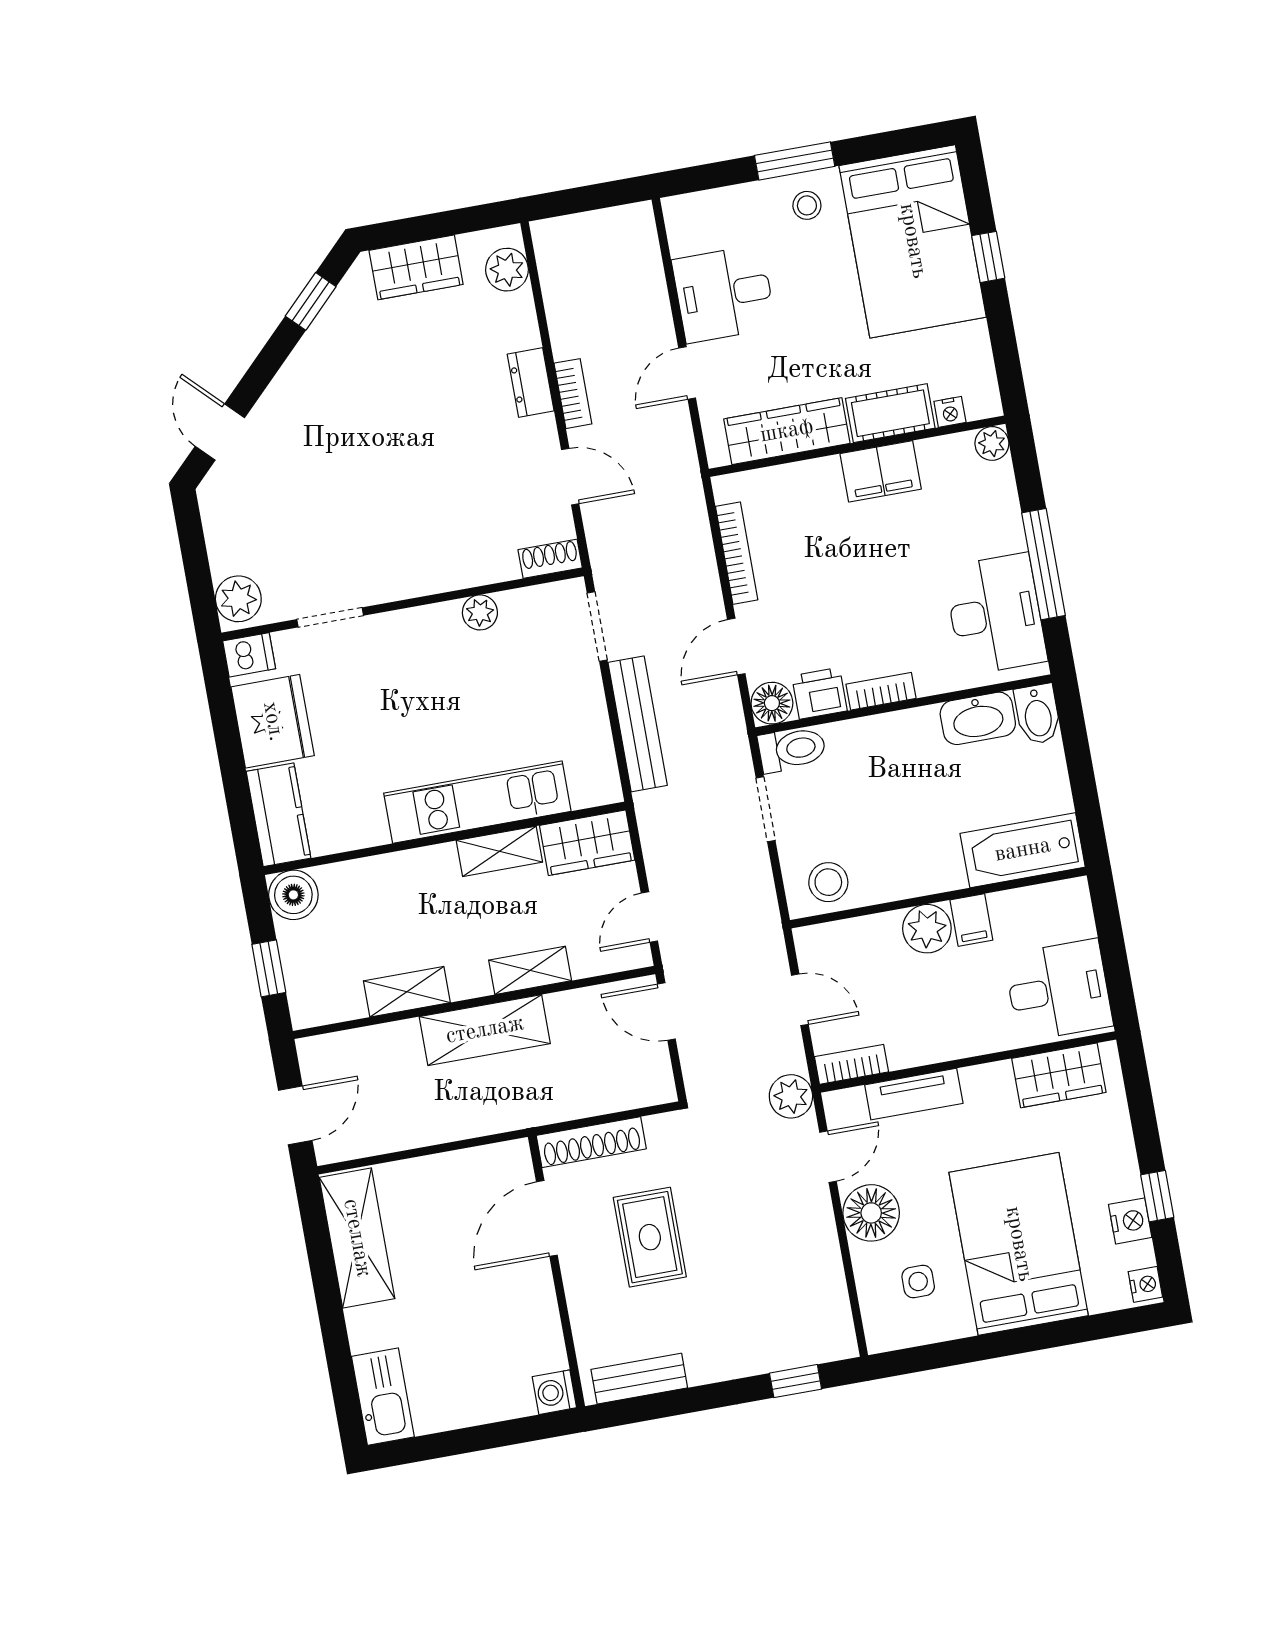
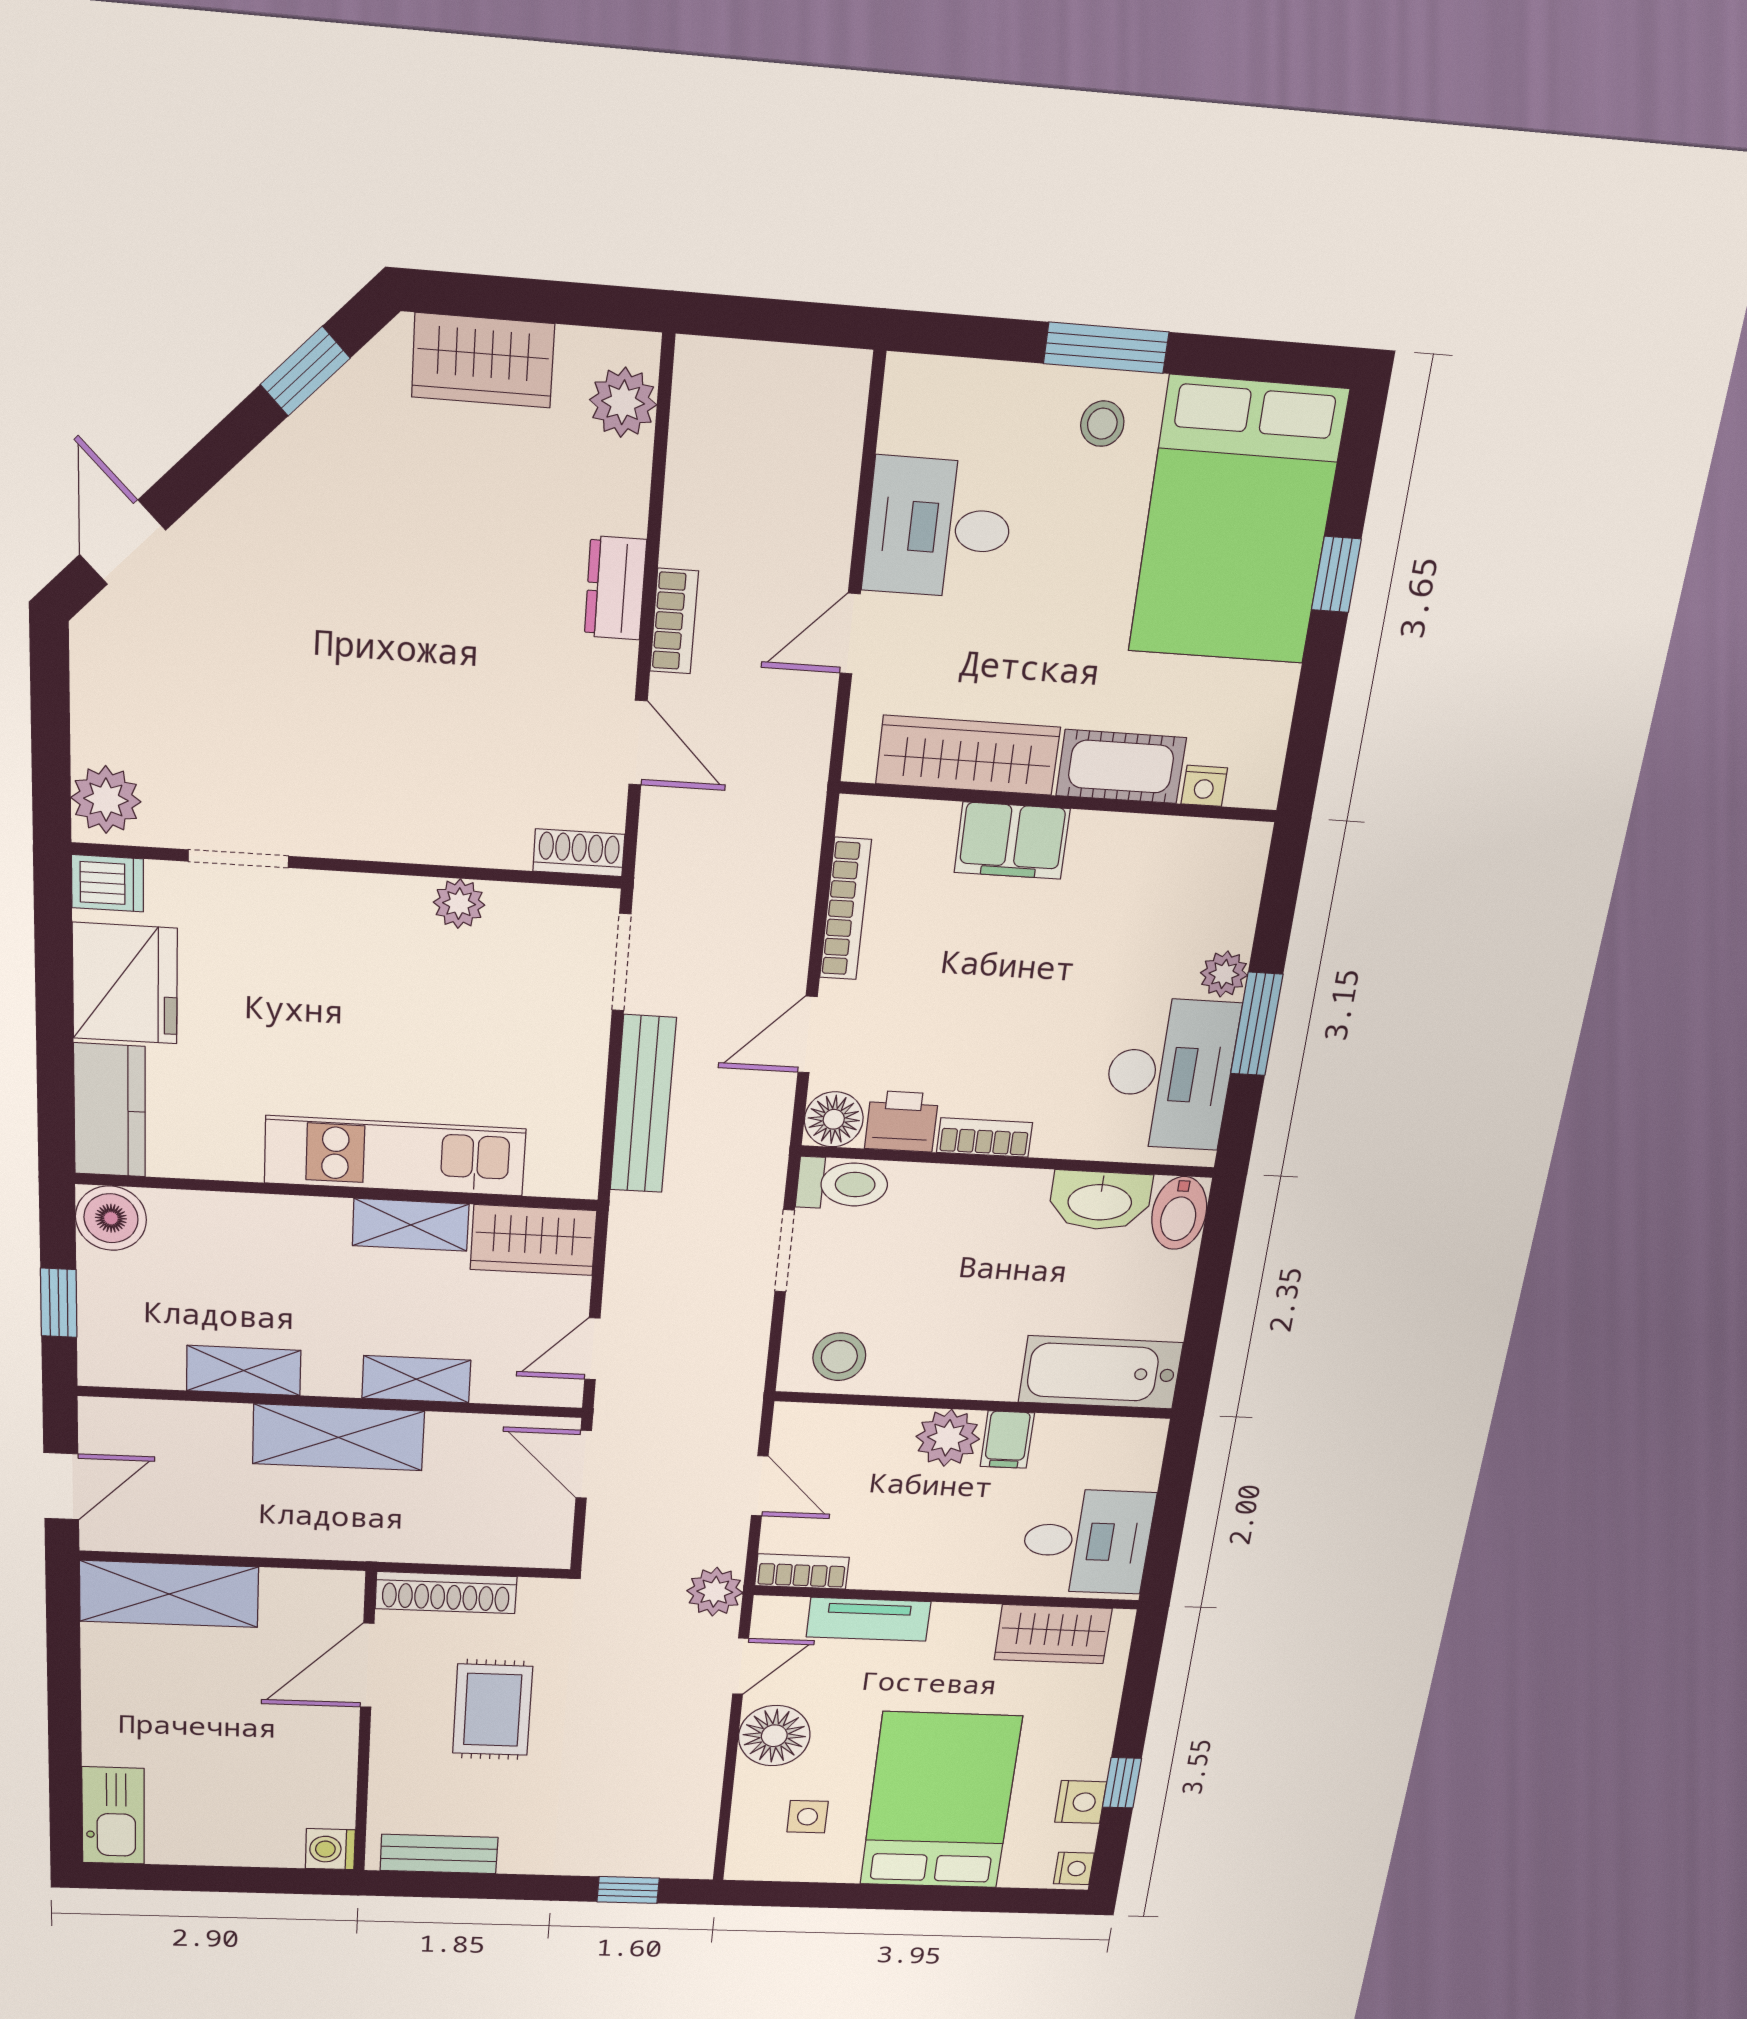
plant: (992, 443) -> (1224, 974), moved
filing cabinet: (881, 471) -> (1012, 841), moved
window: (1043, 564) -> (1257, 1024), width x0.69
shelving: (357, 1238) -> (169, 1594), moved, turned 90

